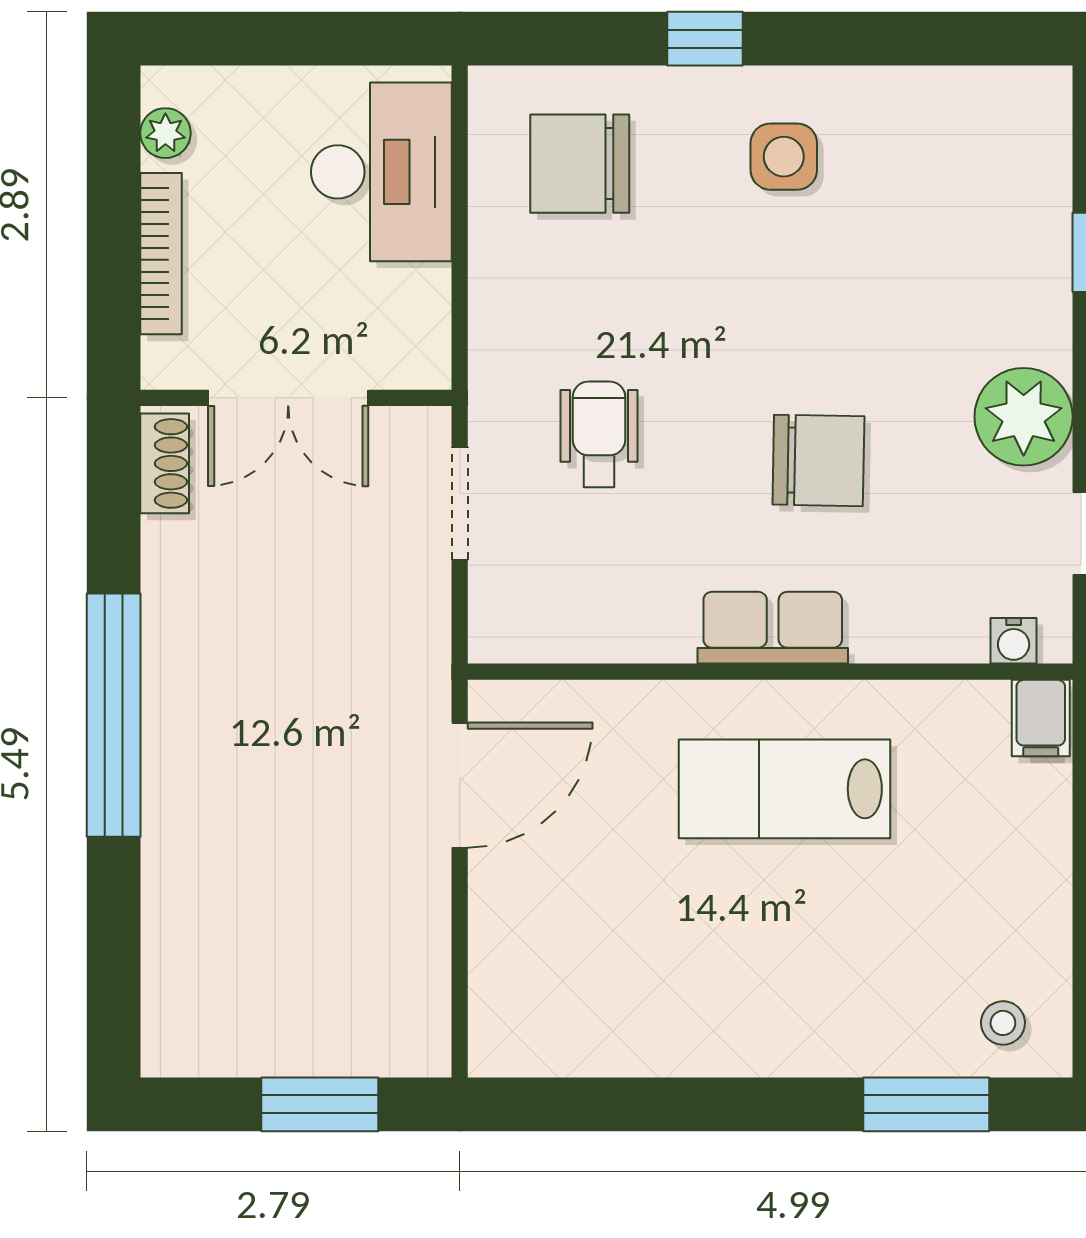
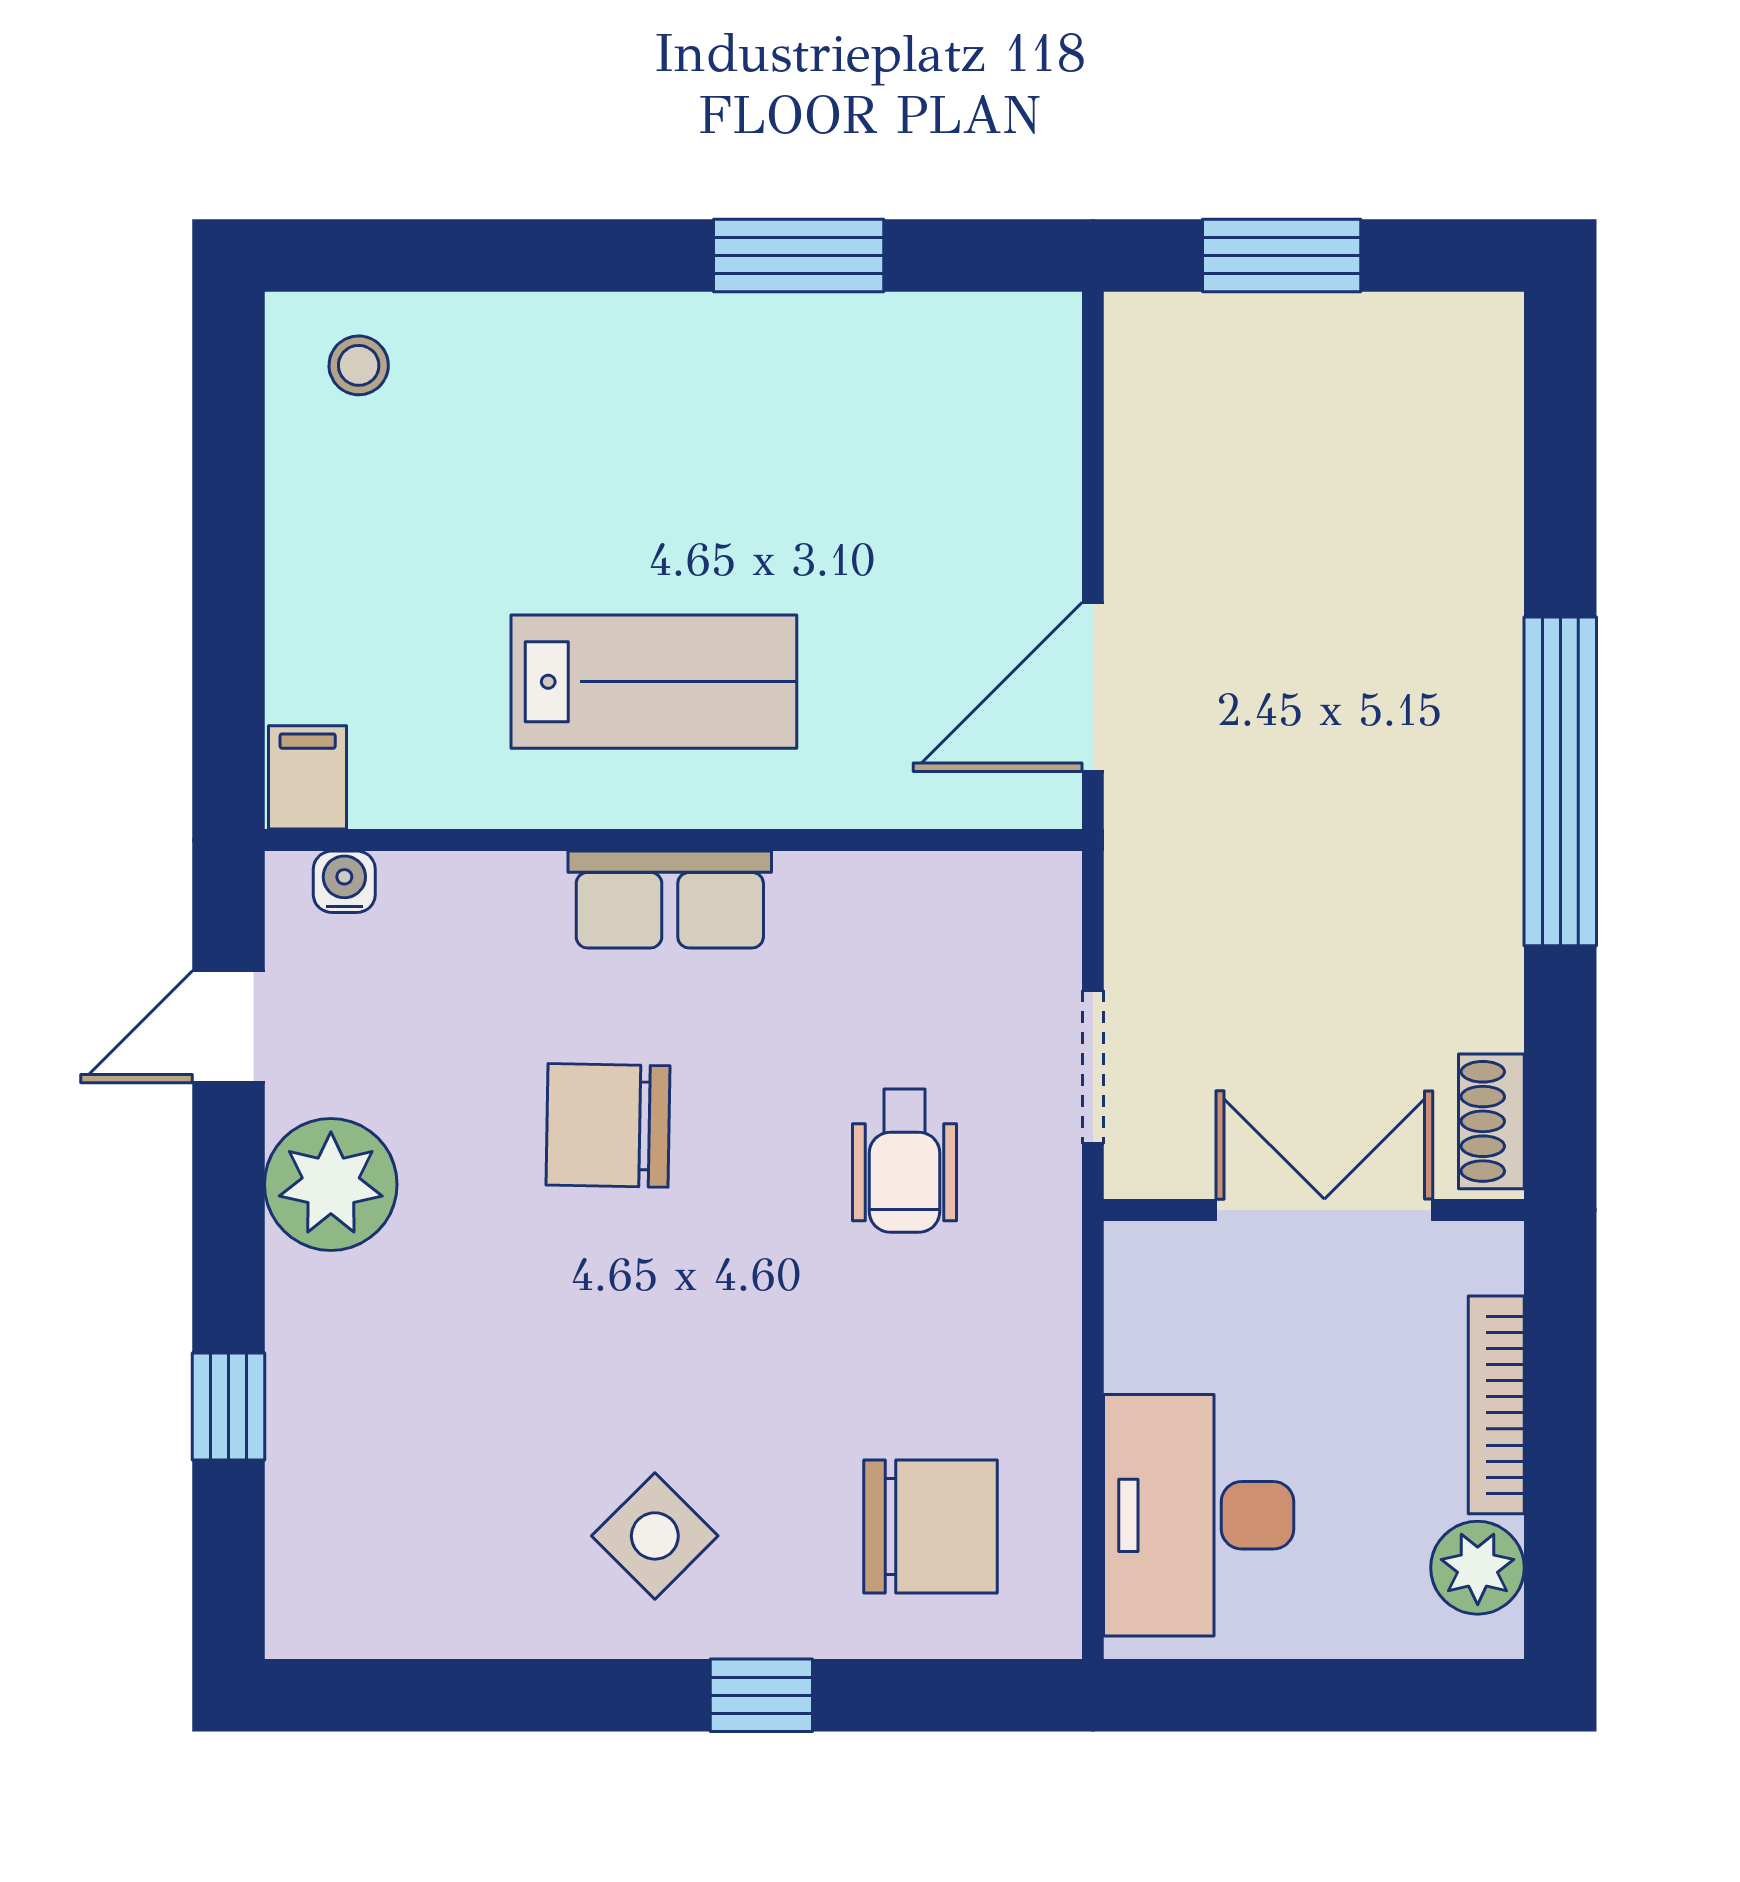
plant: (165, 133) -> (1478, 1568), width x1.38, depth x1.38
side table: (784, 157) -> (655, 1536), turned 45
window: (926, 1104) -> (799, 255), moved

